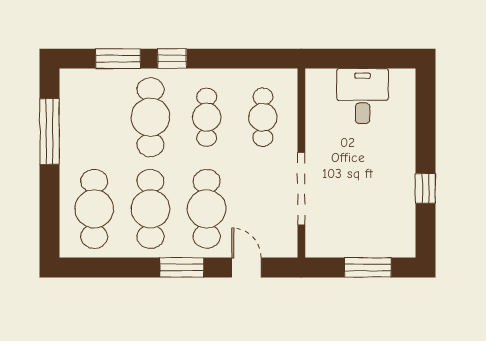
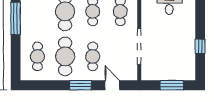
cafe table: (94, 209) -> (37, 56), width x0.73, depth x0.74
cafe table: (207, 209) -> (93, 56), width x0.73, depth x0.74

